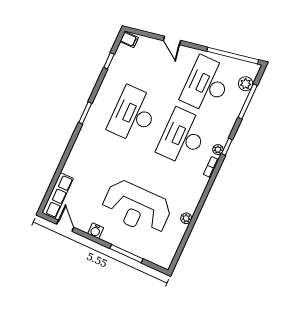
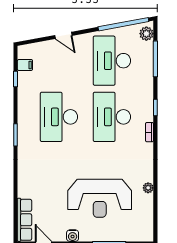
filing cabinet: (129, 40) -> (25, 65), moved
plant: (246, 84) -> (146, 34), moved
plant: (218, 150) -> (148, 114), removed

